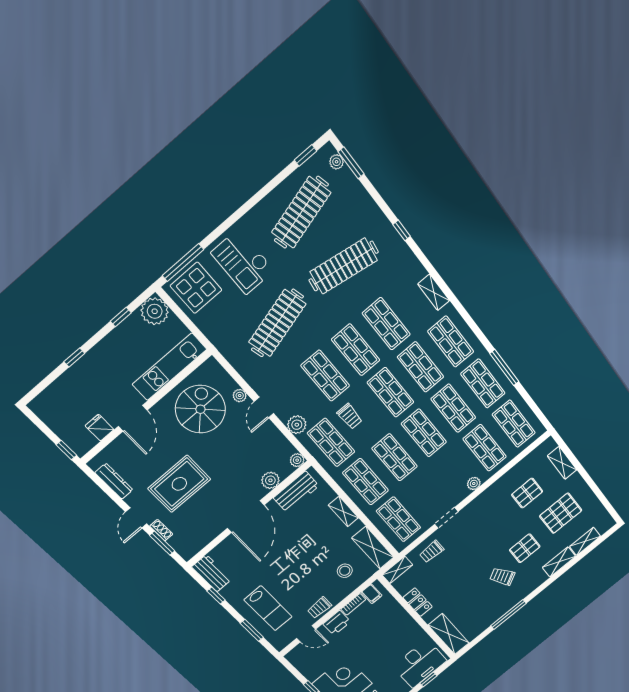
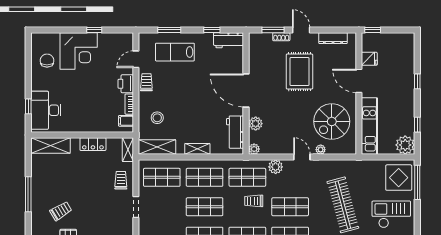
spiral stairs: (200, 409) -> (332, 121), turned 90

